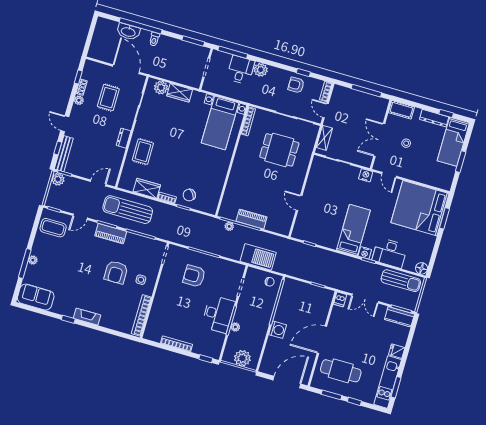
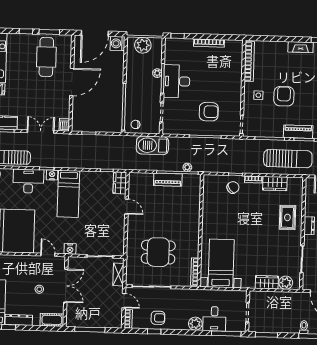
wardrobe: (300, 228) -> (120, 183), added
washing machine: (278, 330) -> (117, 43), moved
cafe table: (341, 371) -> (46, 57), turned 90

